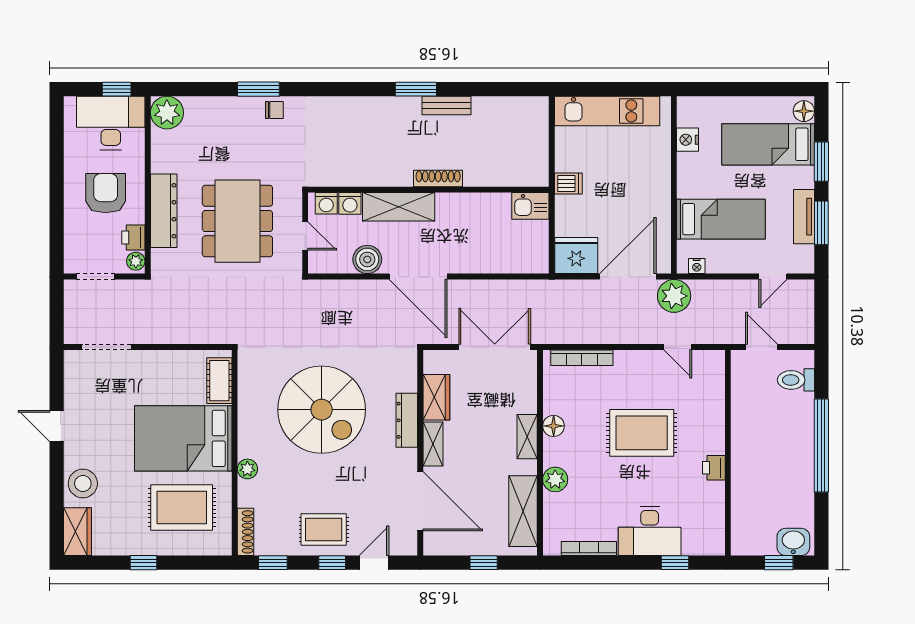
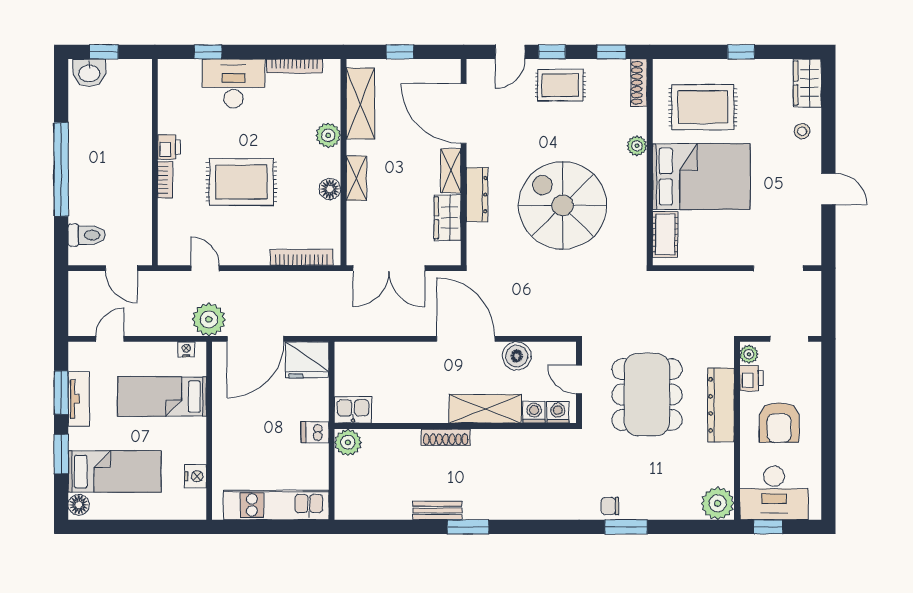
plant: (536, 173) -> (348, 442), added
bookcase: (718, 435) -> (165, 180), added
stool: (83, 484) -> (802, 131), width x0.53, depth x0.53

